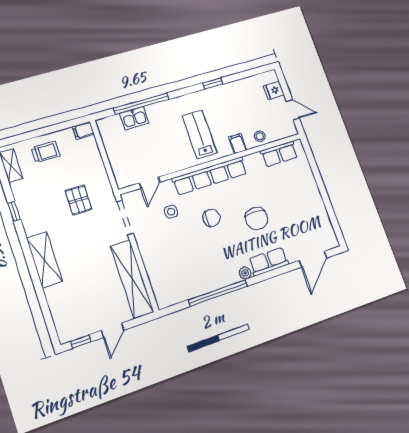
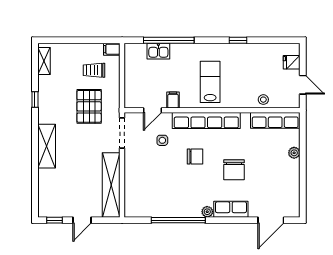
filing cabinet: (238, 144) -> (173, 100), moved
trolley: (46, 152) -> (94, 70), moved, turned 180
row of seats: (279, 154) -> (275, 120), width x1.48
plant: (310, 181) -> (294, 153), added
pallet: (79, 200) -> (89, 106), width x1.50, depth x1.42

